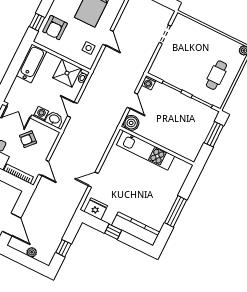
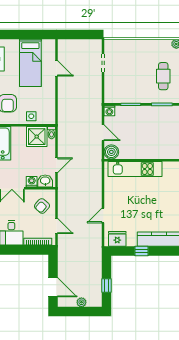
door: (108, 38) -> (56, 68), moved
side table: (89, 48) -> (31, 116), moved
door: (72, 110) -> (56, 165), swing flipped
armchair: (28, 139) -> (42, 206), moved

